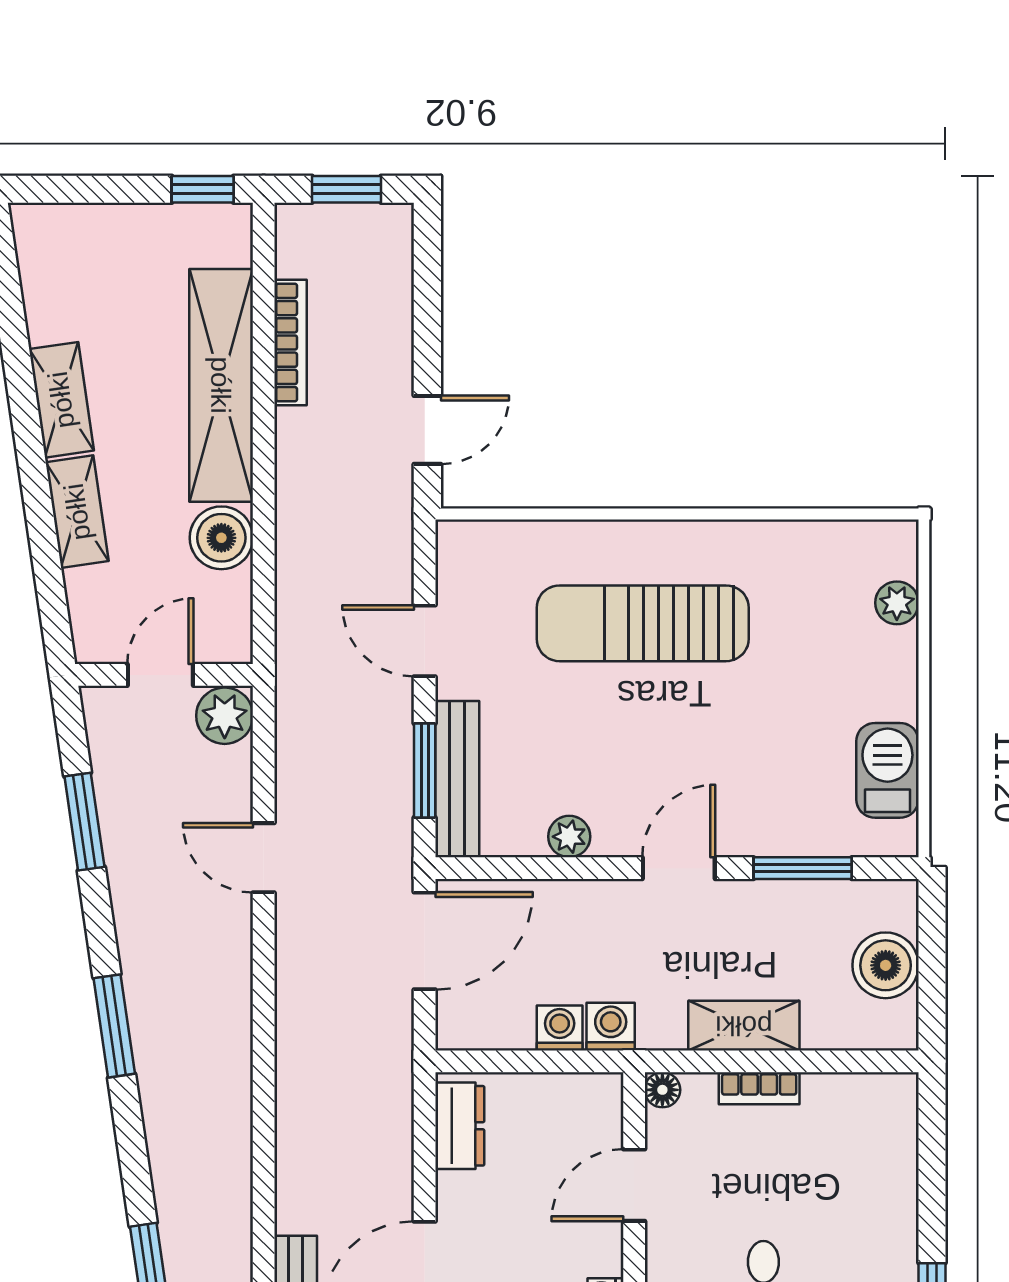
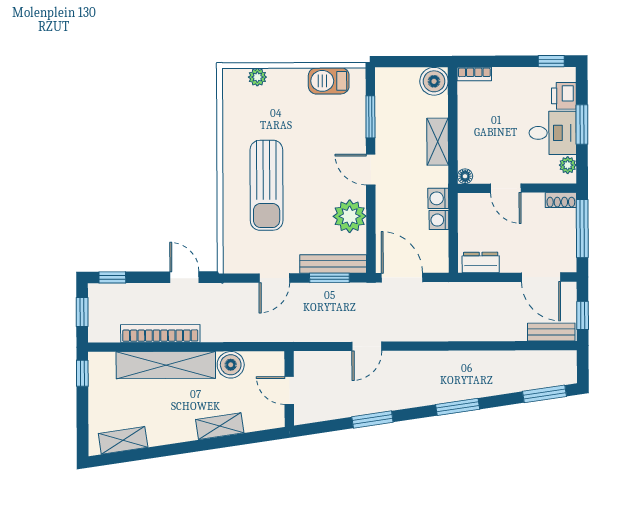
window: (427, 260) -> (112, 277), added
bookcase: (290, 343) -> (160, 333), width x1.48, depth x1.31
shelving: (61, 400) -> (123, 440), moved
plant: (225, 716) -> (306, 363), removed
window: (84, 822) -> (372, 420), moved
plant: (569, 837) -> (350, 216), width x1.88, depth x1.88
boiler: (886, 965) -> (434, 81), moved
window: (114, 1026) -> (458, 407), moved
bookcase: (759, 1088) -> (474, 74), moved, turned 90

